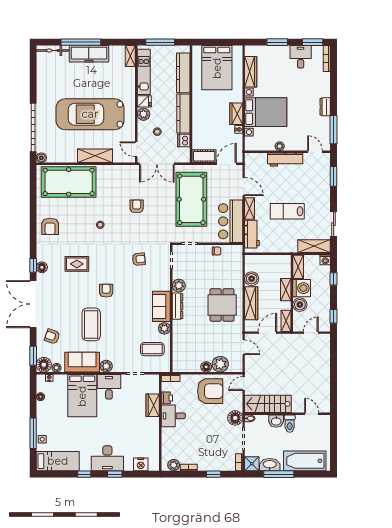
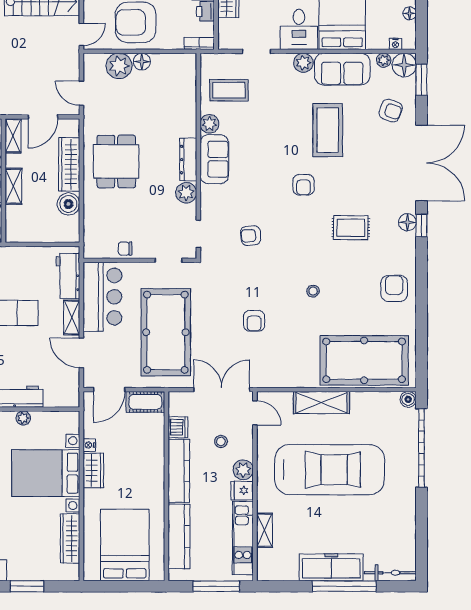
shelving: (130, 56) -> (264, 530), moved

